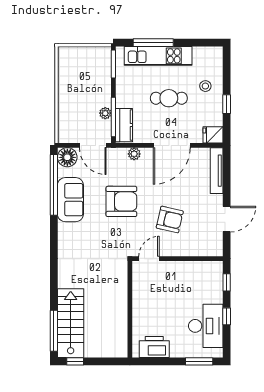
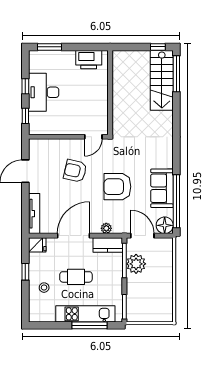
plant: (105, 113) -> (136, 264), width x1.88, depth x1.88
kitchen counter: (124, 125) -> (108, 245), moved, turned -90
desk: (206, 326) -> (44, 92), moved

